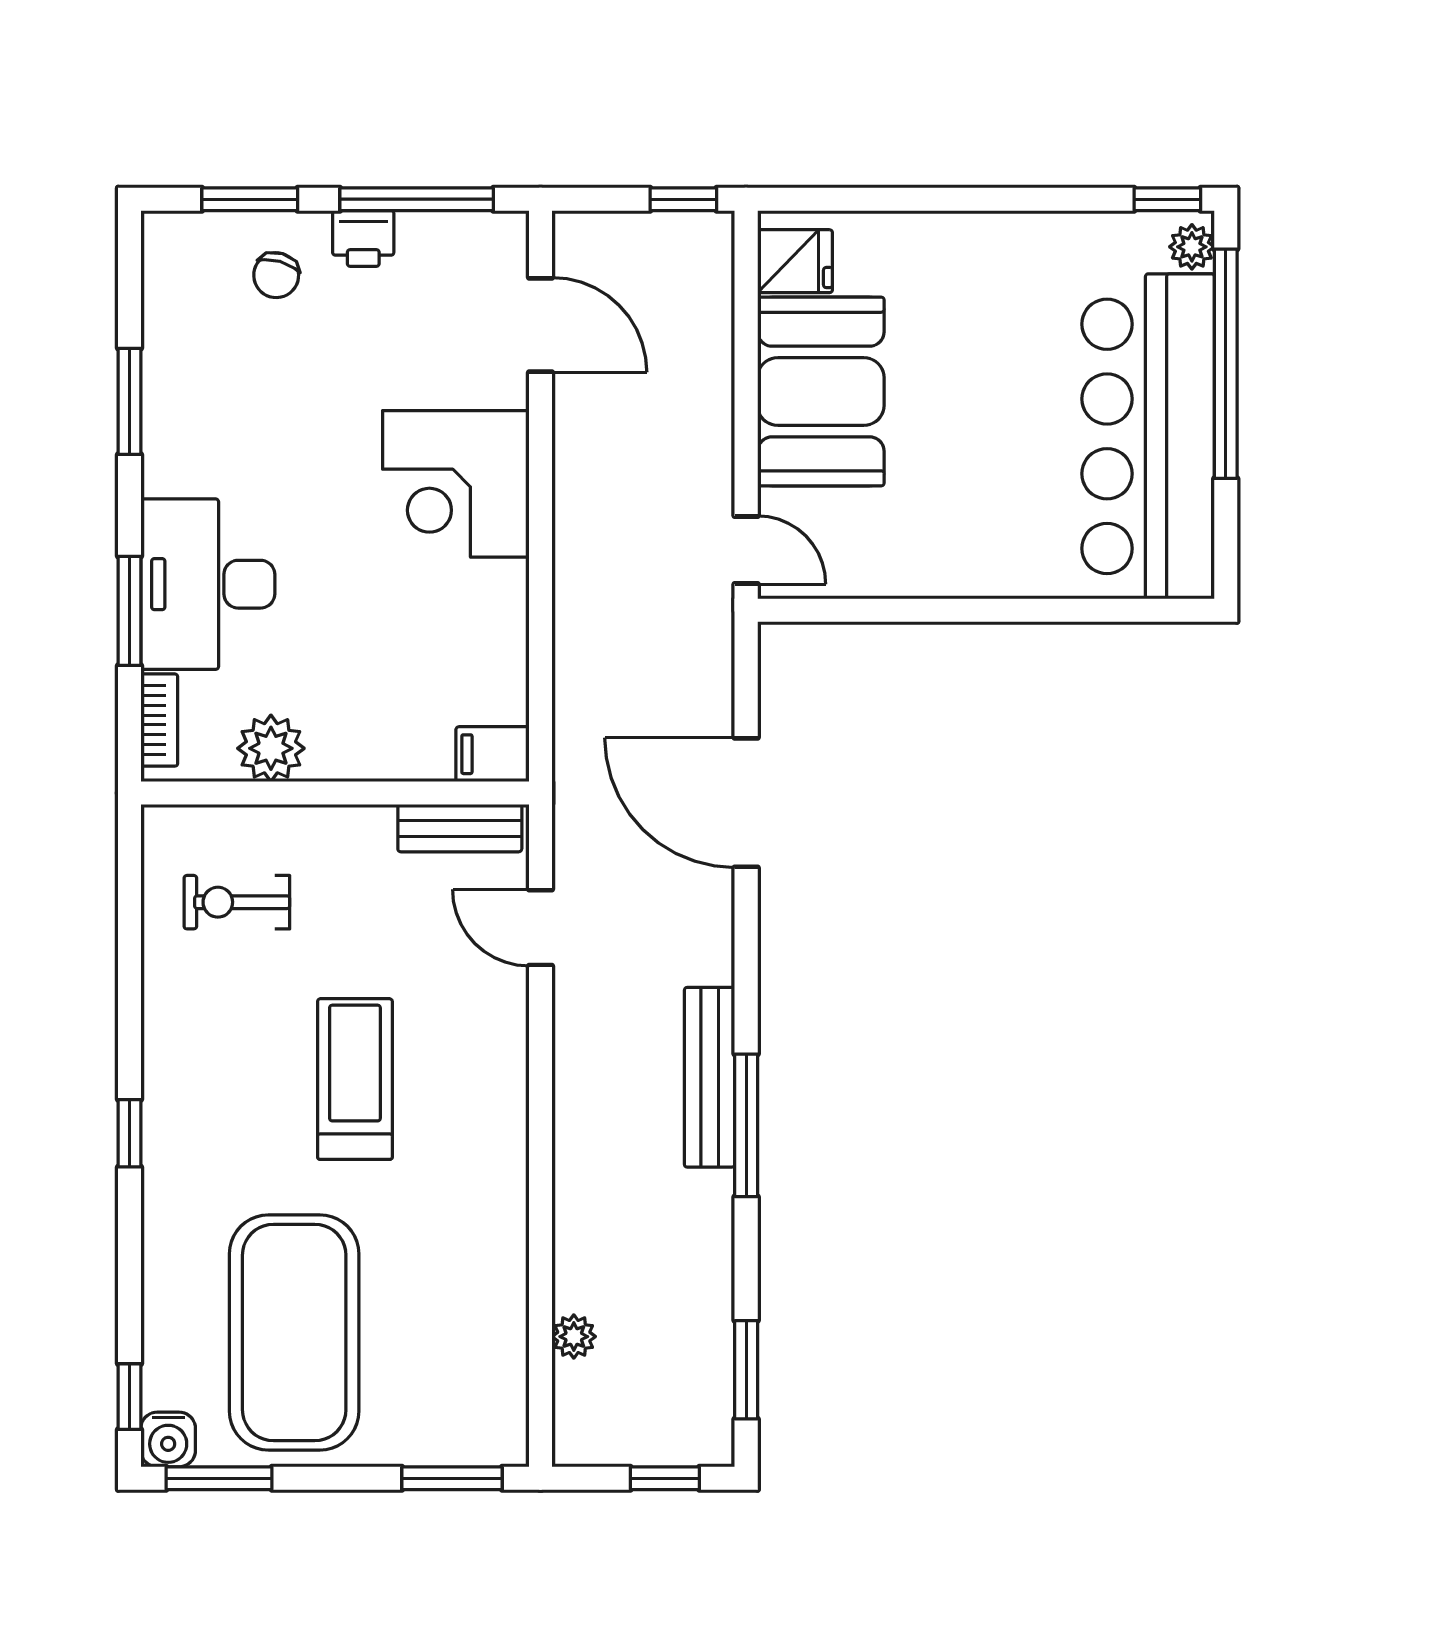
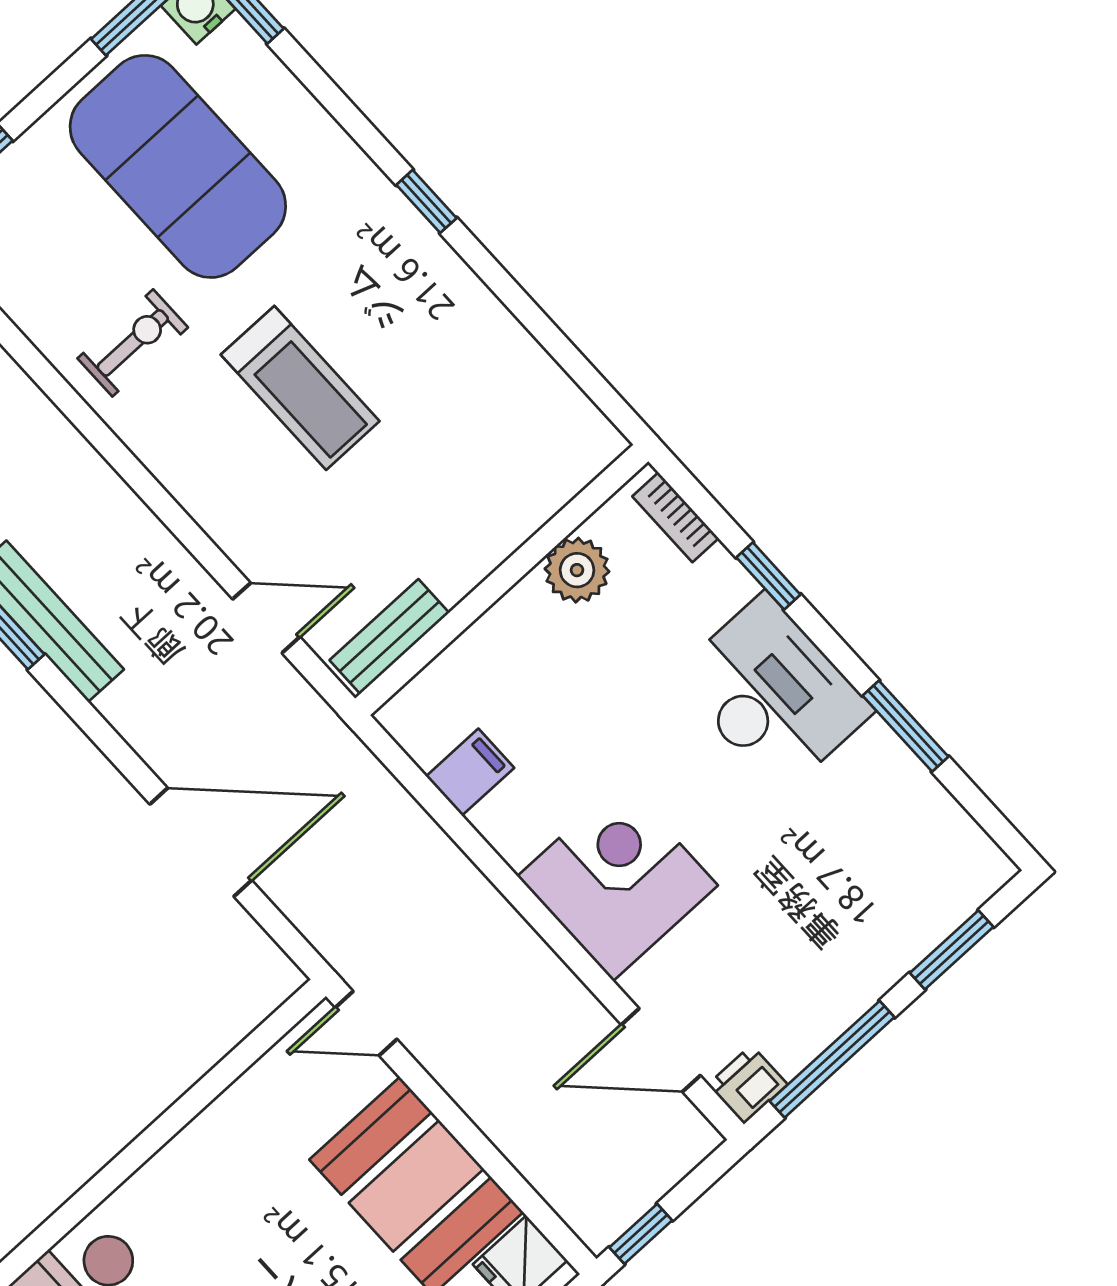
printer: (363, 238) -> (748, 1085), moved
chair: (276, 275) -> (883, 913), removed
desk: (208, 584) -> (773, 694), moved
window: (129, 611) -> (768, 576), width x0.67
filing cabinet: (493, 754) -> (470, 772), moved
exercise bike: (237, 902) -> (133, 343), moved

